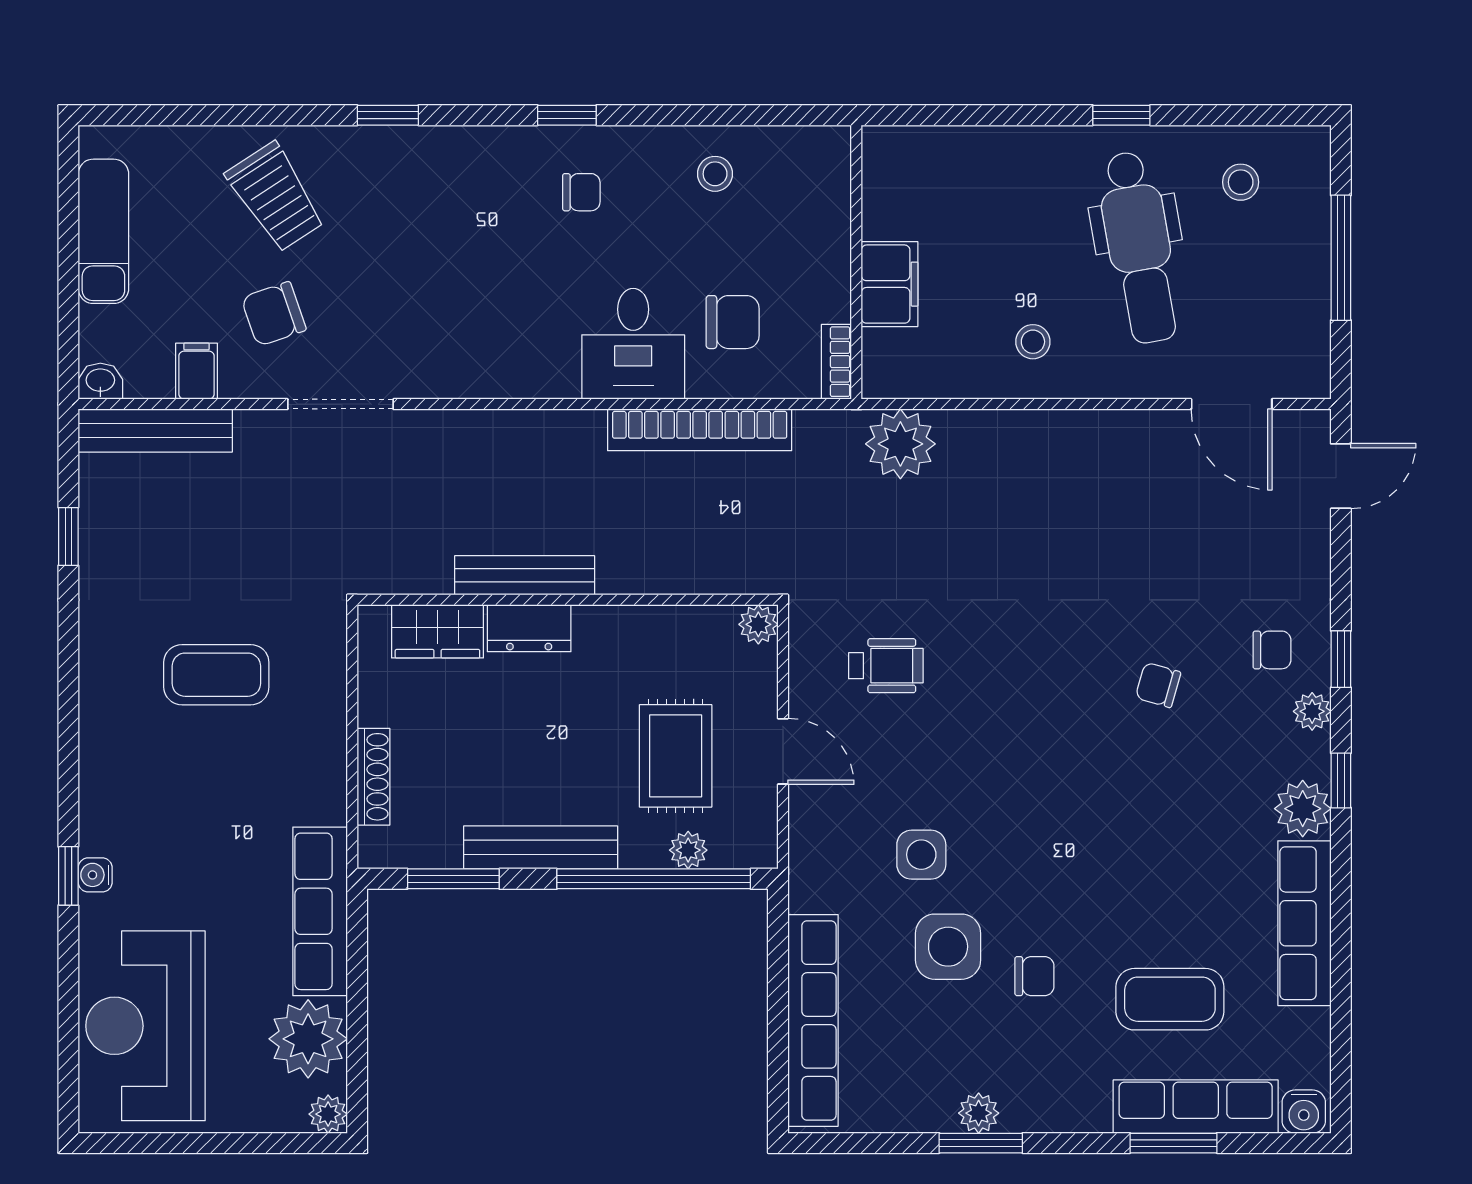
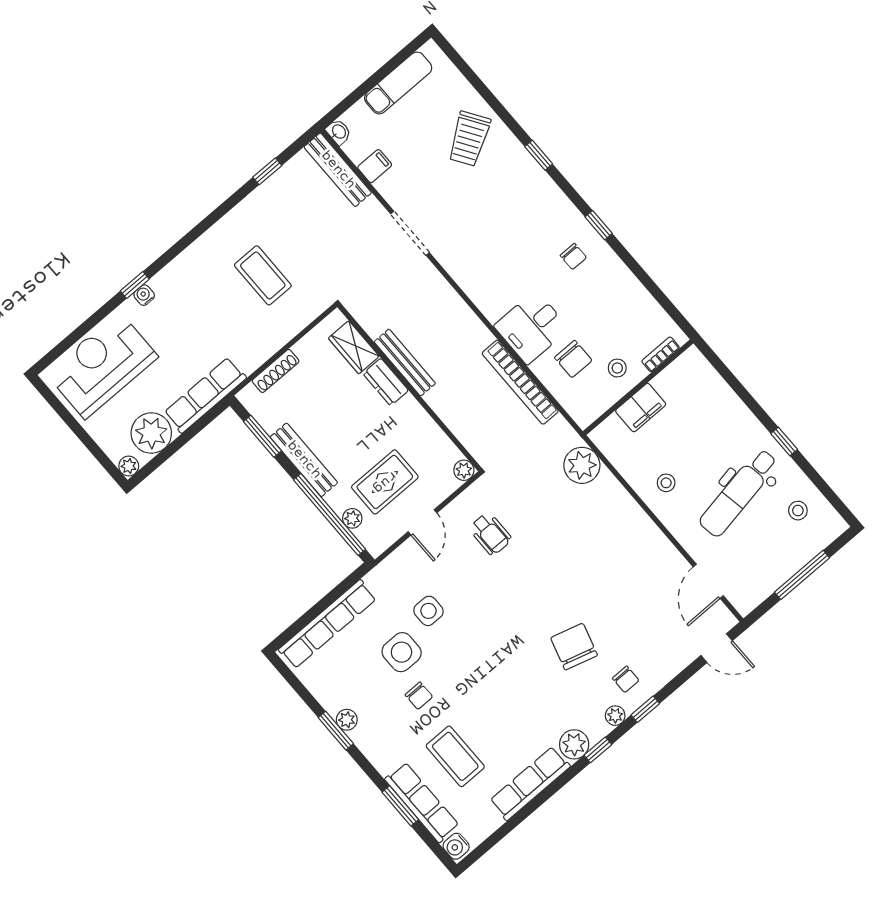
stool: (715, 174) -> (617, 368), moved
chair: (274, 314) -> (423, 177), removed
bookcase: (836, 362) -> (661, 354), moved
chair: (1158, 685) -> (574, 647), width x1.87, depth x1.87

